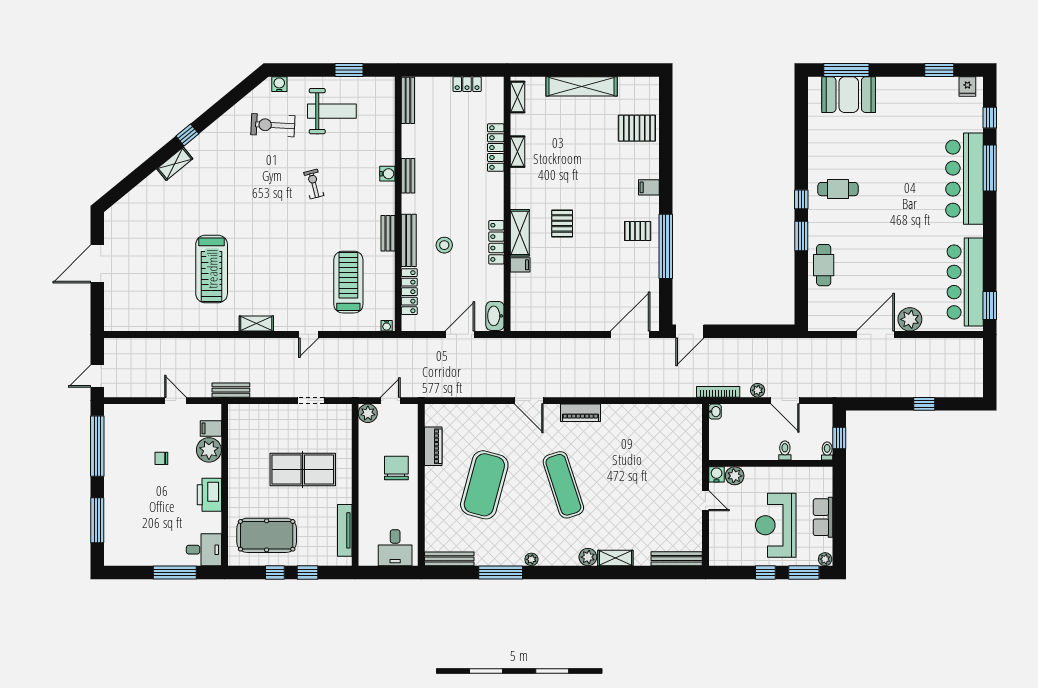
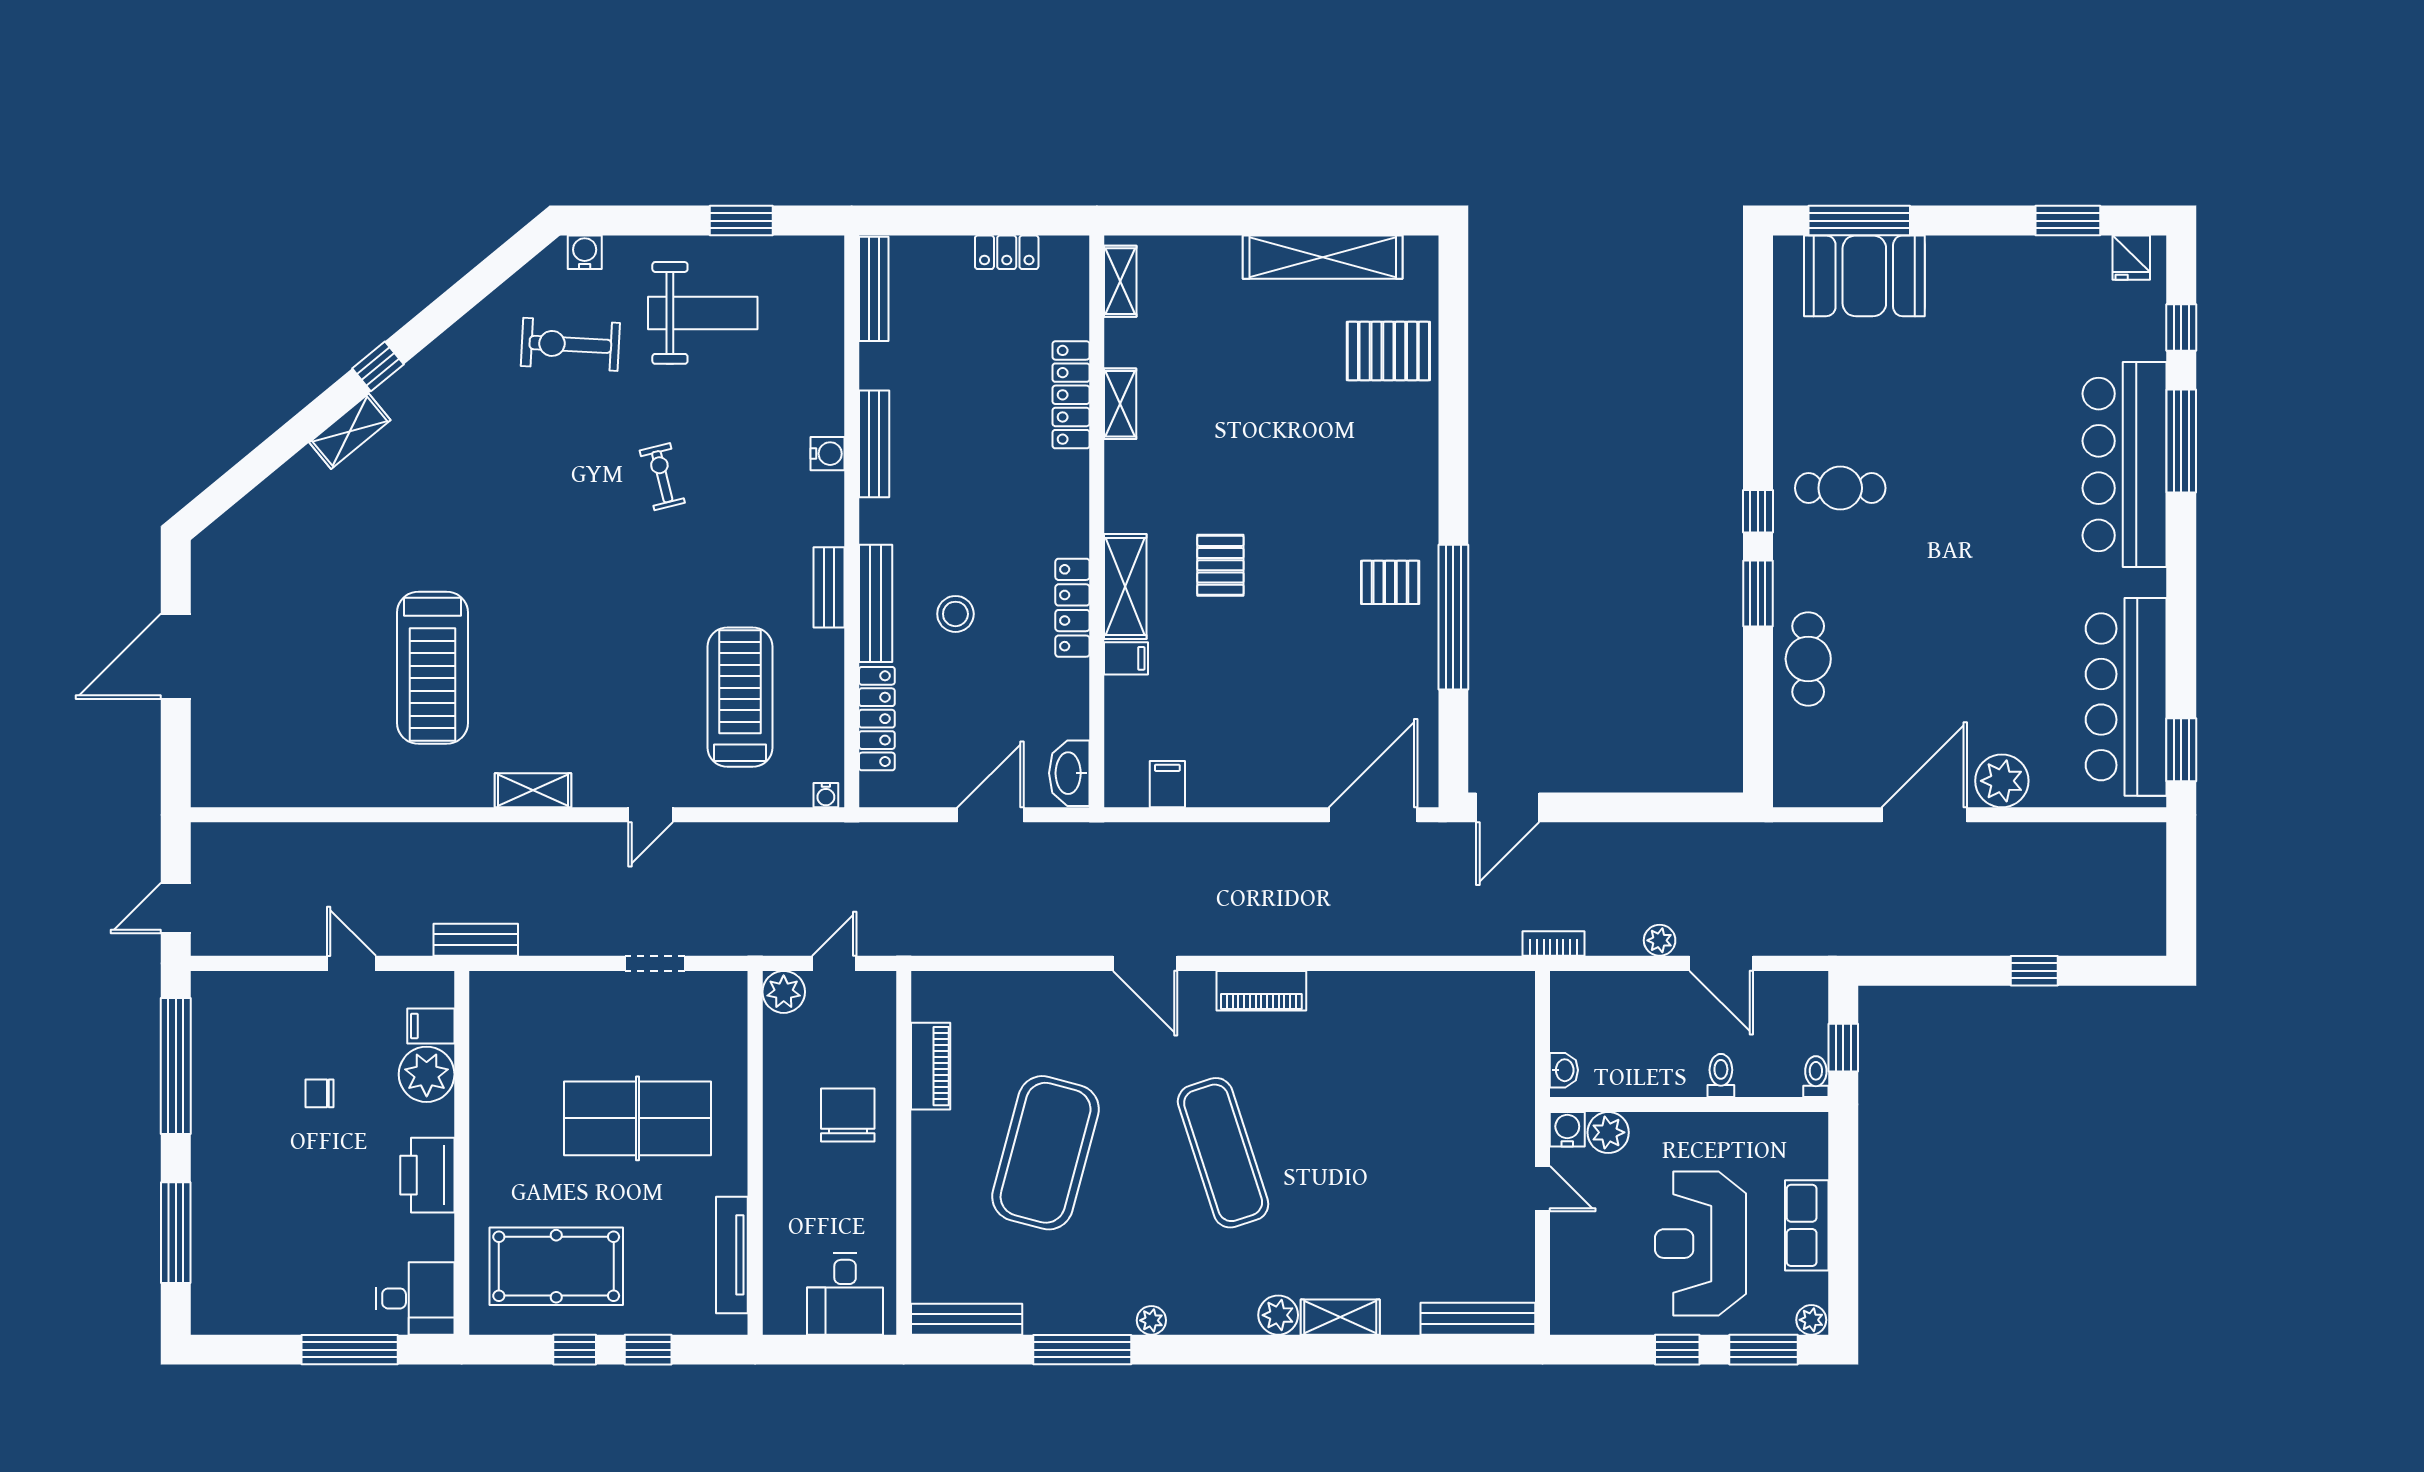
shelving: (582, 86) -> (1323, 257), moved
bench: (408, 176) -> (874, 444), width x1.36
filing cabinet: (649, 187) -> (1167, 784), moved, turned 90
bookcase: (718, 392) -> (1554, 944), width x0.64
washbasin: (715, 412) -> (1564, 1070), moved

